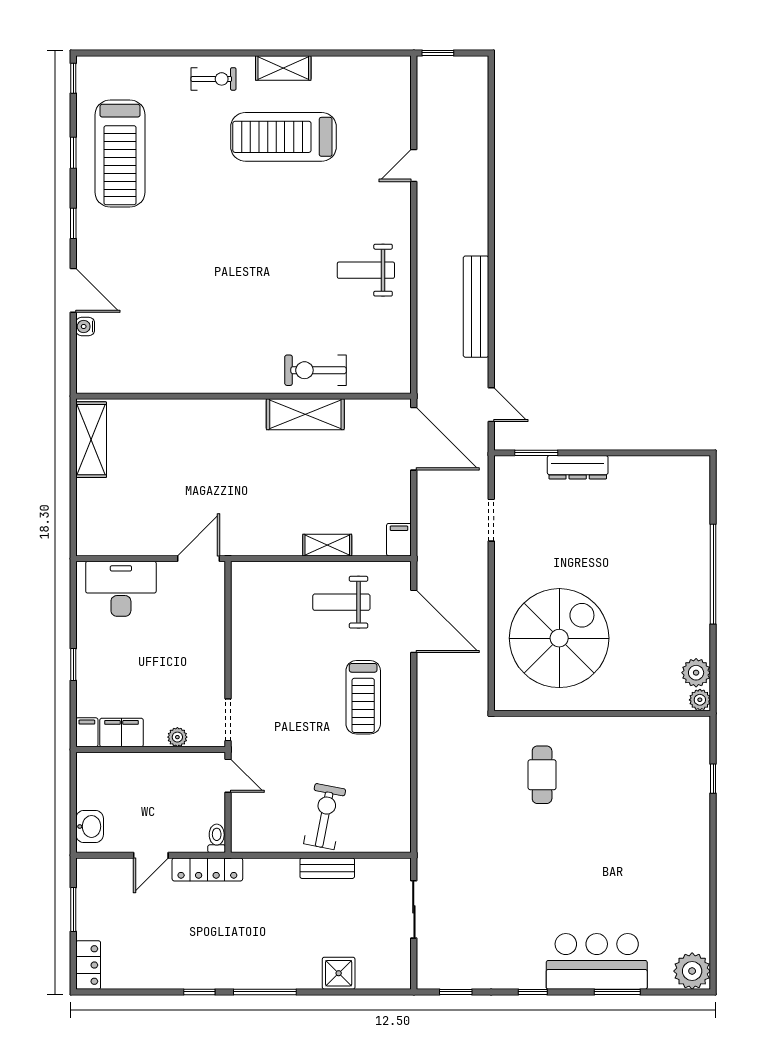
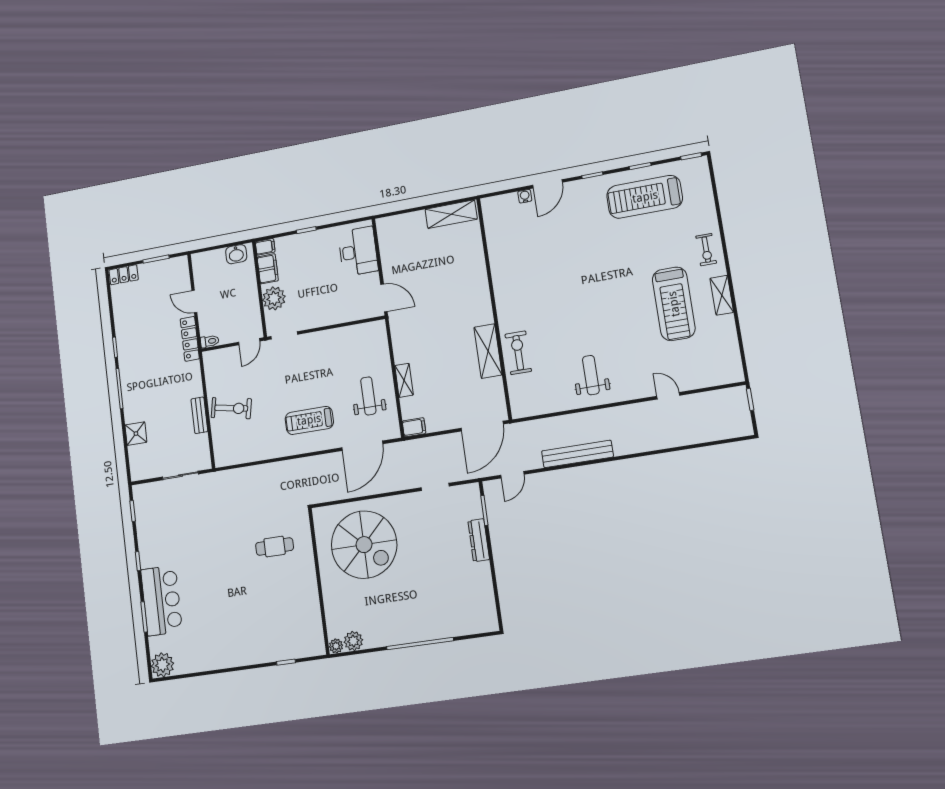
treadmill: (283, 137) -> (674, 304), turned 180
plant: (177, 737) -> (274, 298), width x1.88, depth x1.88
washbasin: (90, 826) -> (236, 254), moved

